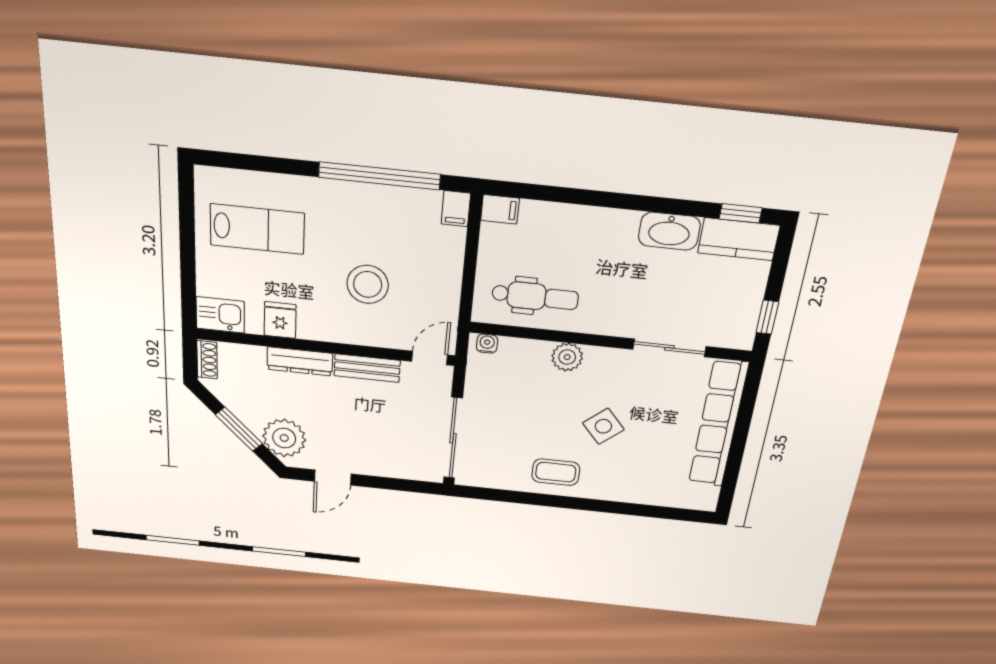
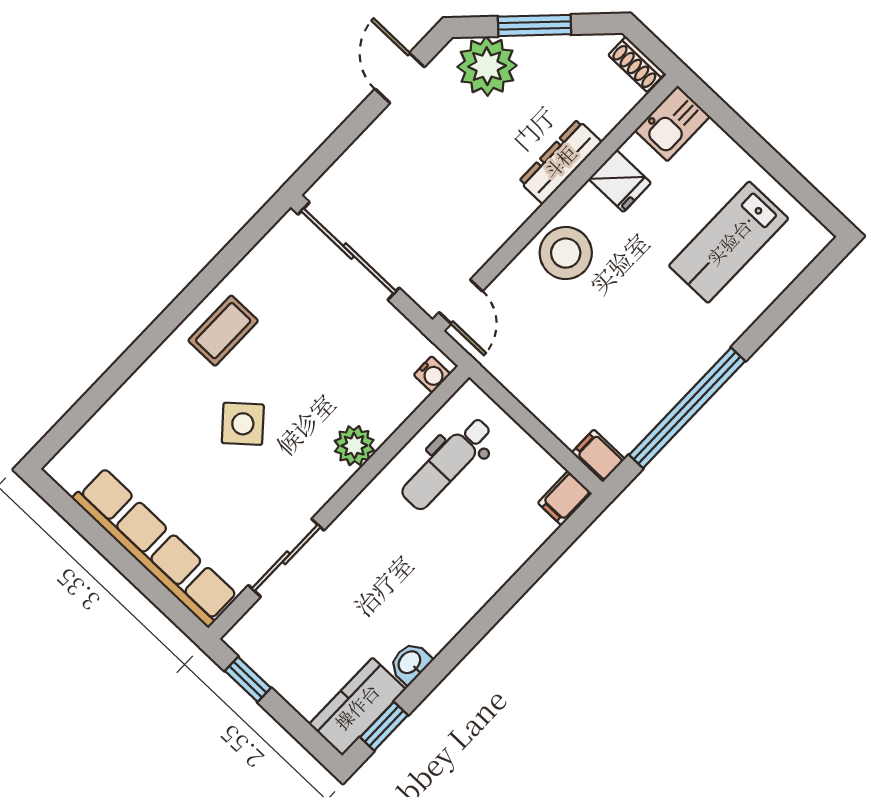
washbasin: (669, 231) -> (410, 663), width x0.52, depth x0.69
stool: (368, 284) -> (566, 253), moved
bench: (367, 368) -> (499, 226), removed

